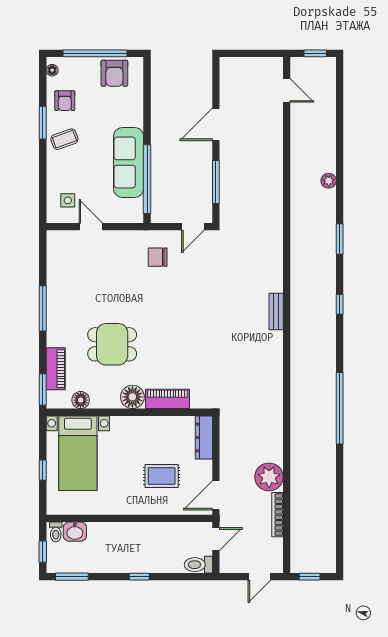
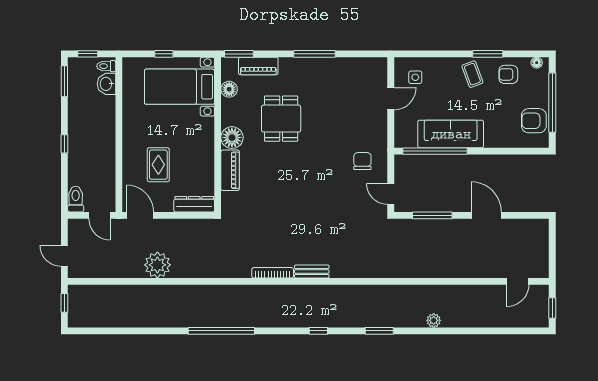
bookcase: (277, 515) -> (273, 273), moved

